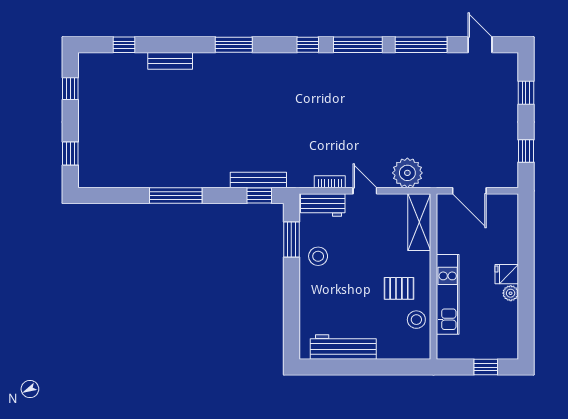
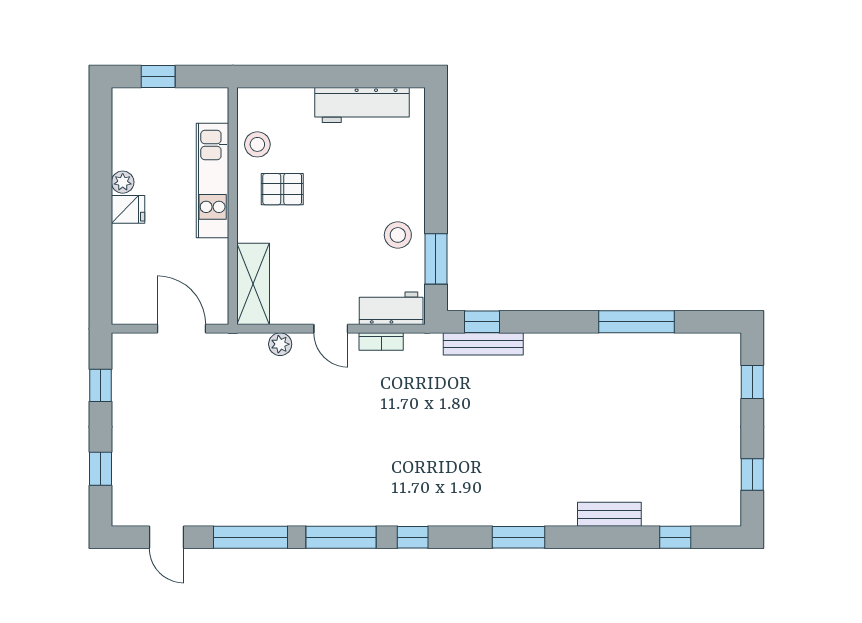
plant: (407, 173) -> (280, 344), width x0.53, depth x0.53
window: (176, 195) -> (637, 322), moved

